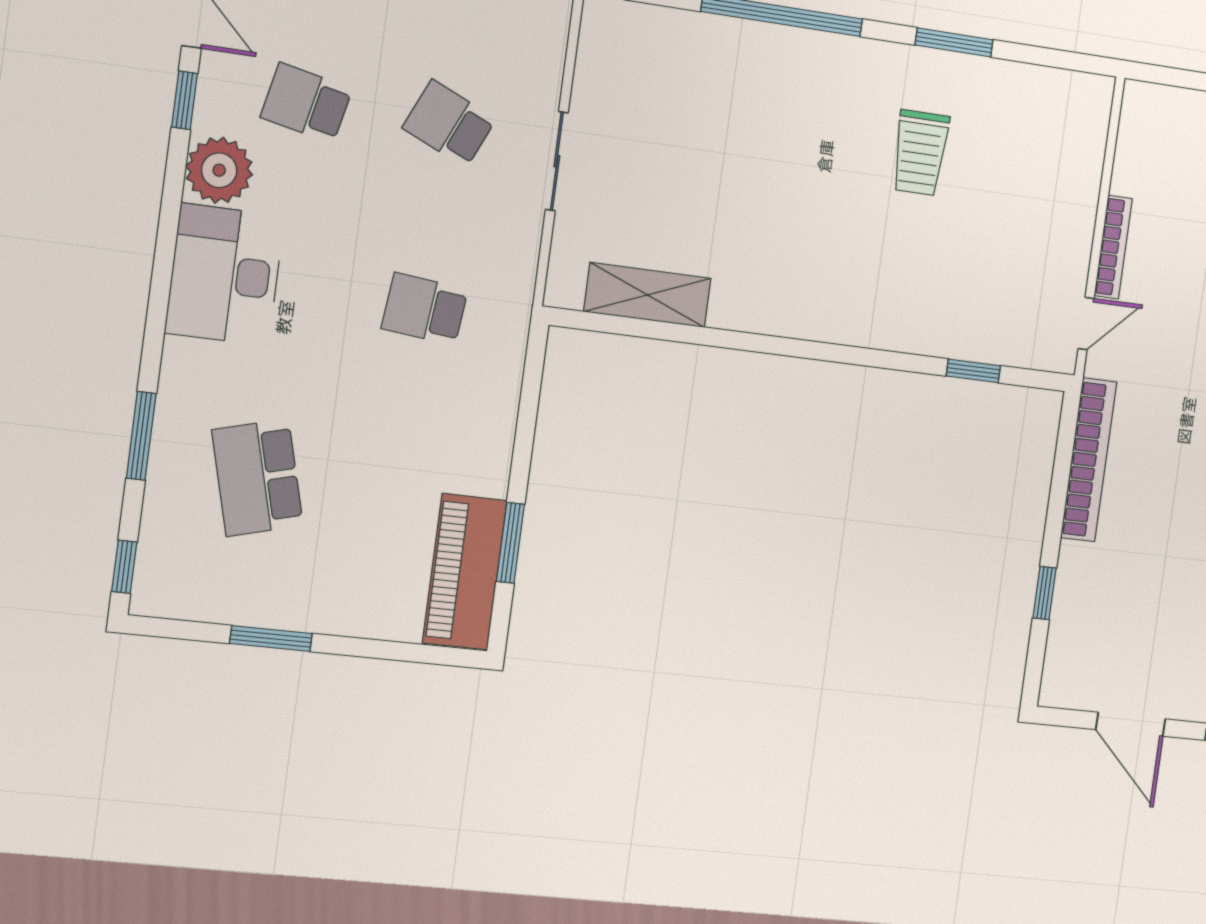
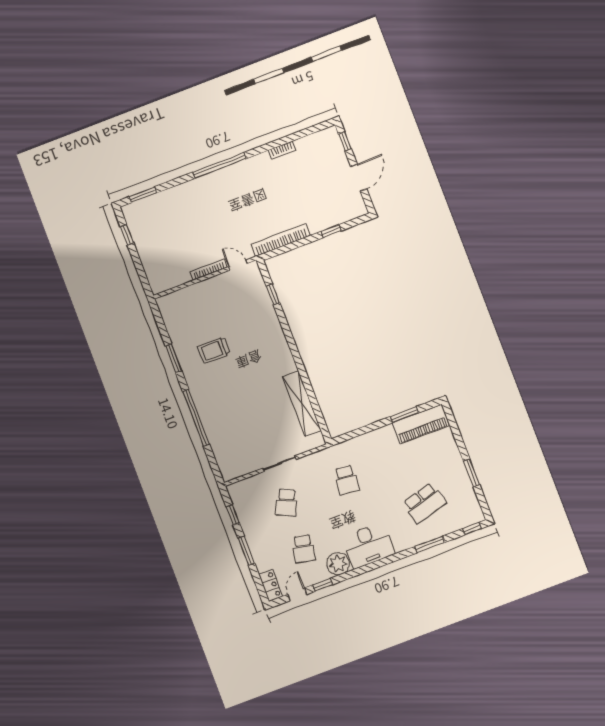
trolley: (920, 153) -> (214, 350), turned 180
shelving: (647, 295) -> (302, 404), width x1.47

